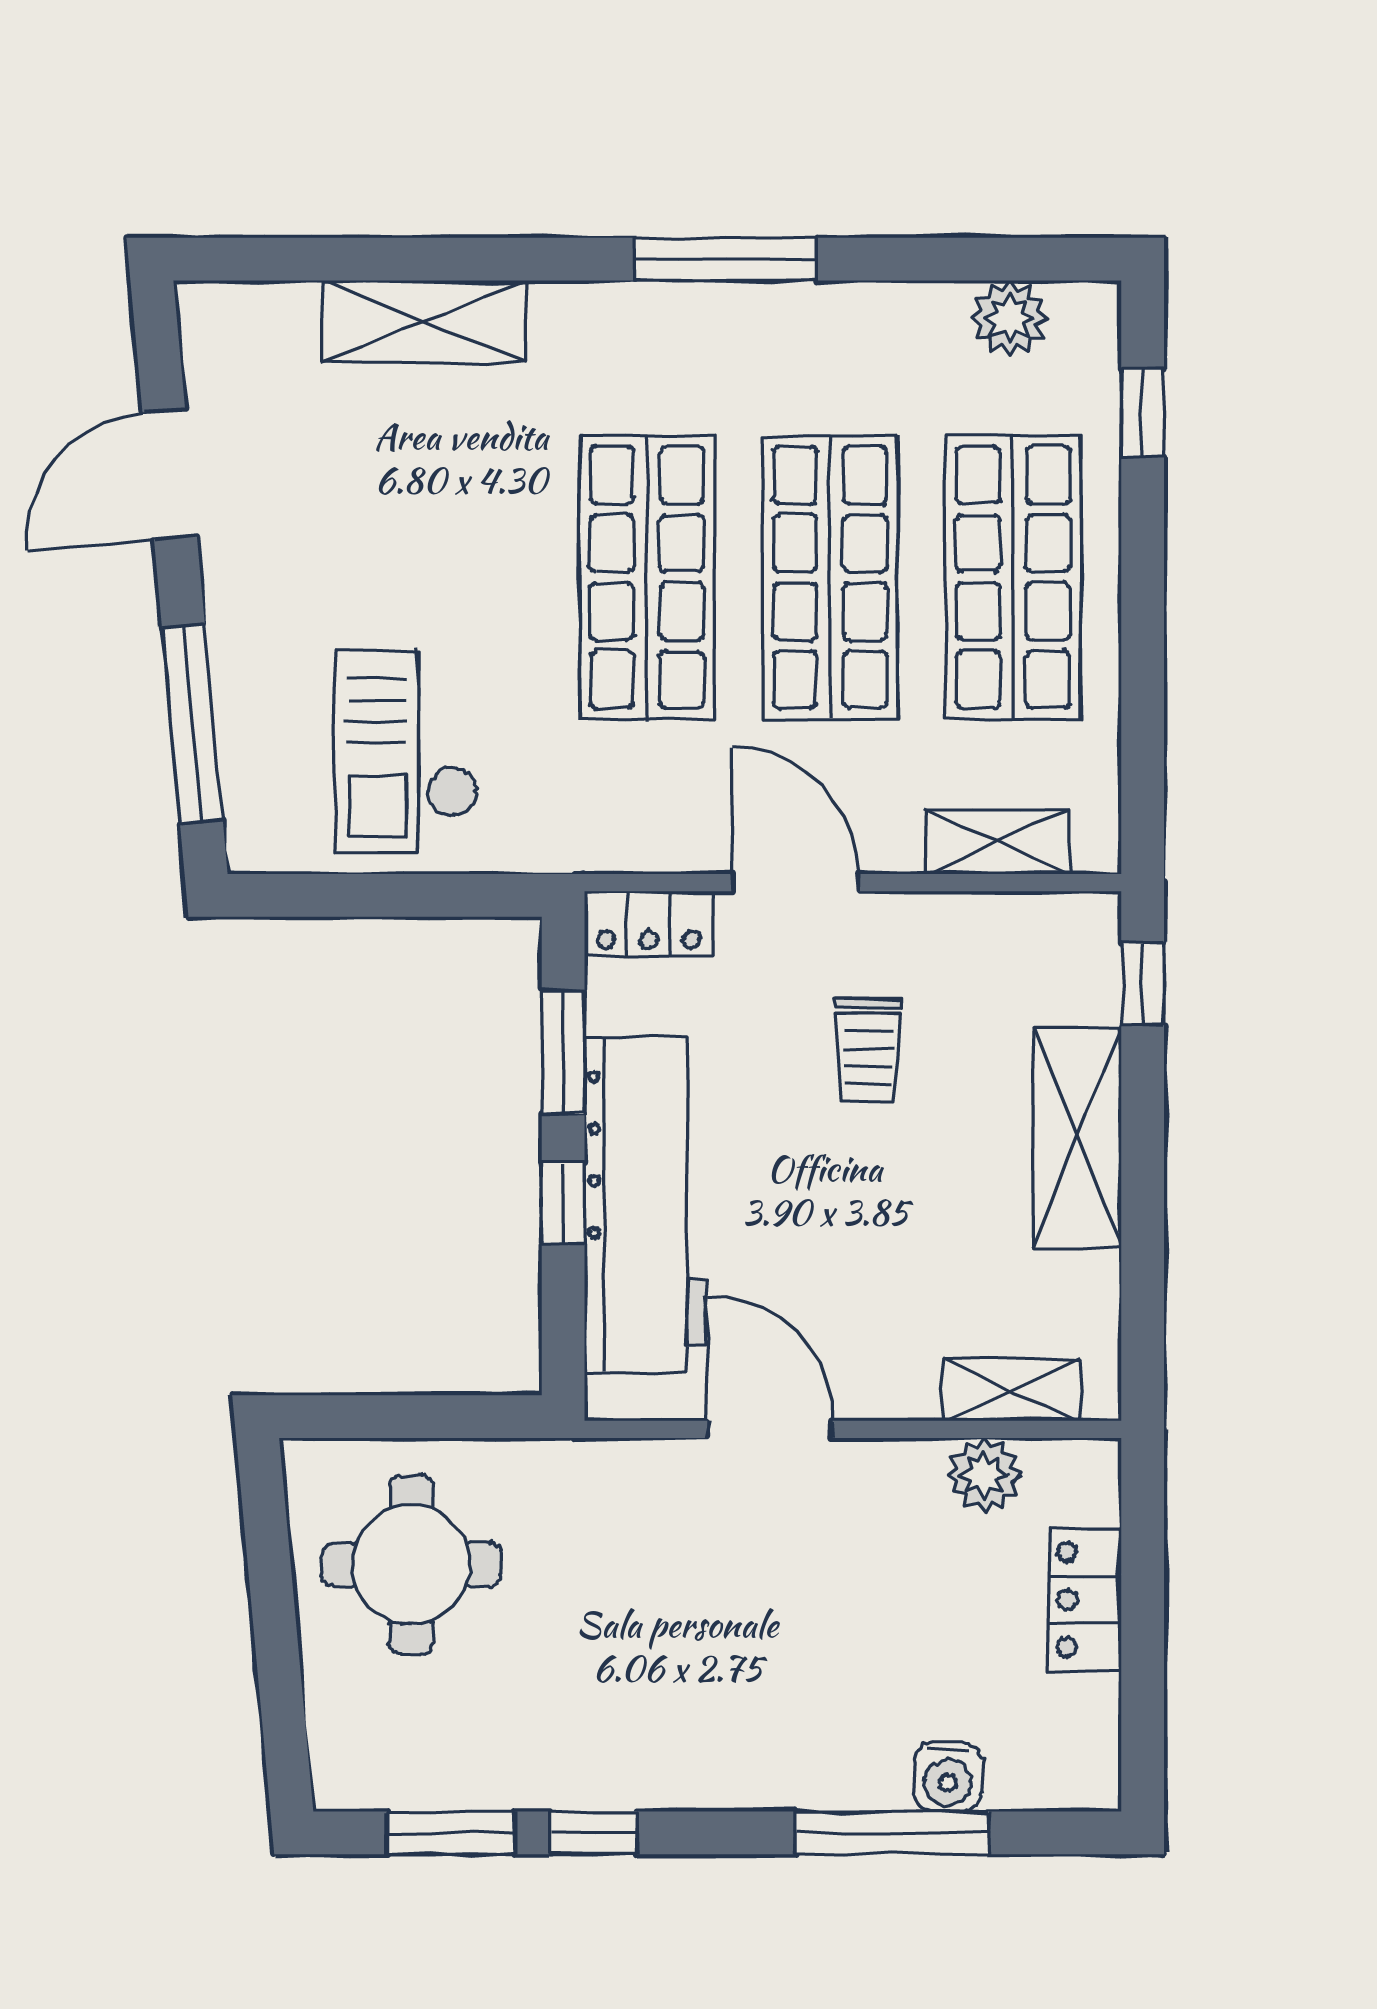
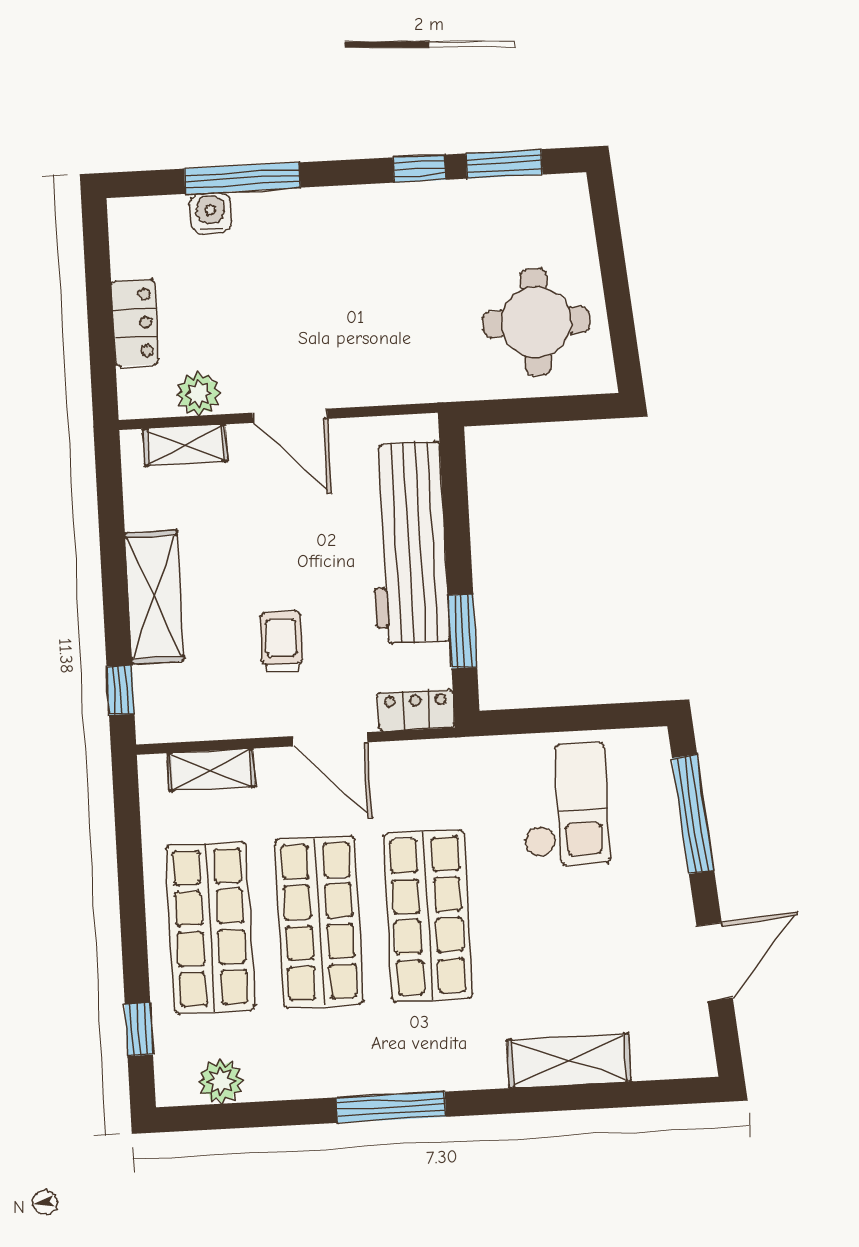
window: (563, 1203) -> (458, 542), removed
door: (770, 1429) -> (290, 416), moved

